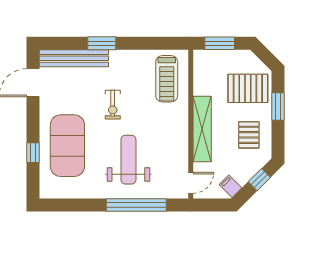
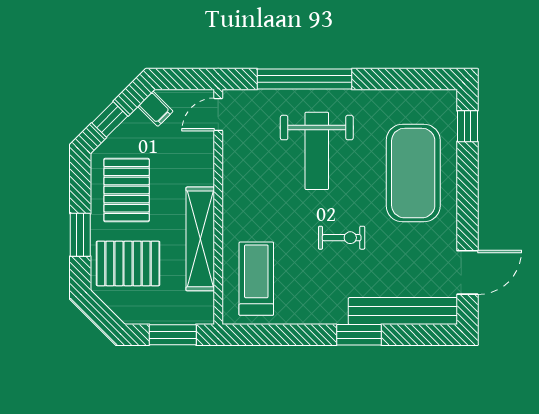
exercise bike: (113, 105) -> (342, 238), turned 90
shelving: (202, 129) -> (200, 239), moved
pallet: (249, 135) -> (127, 190), width x1.50, depth x1.42
window: (33, 153) -> (467, 126), moved

